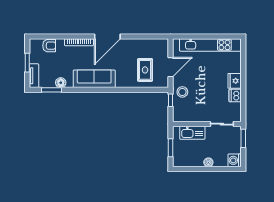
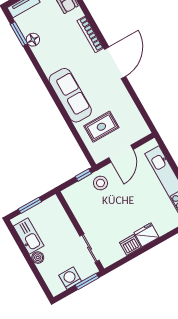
door: (107, 36) -> (115, 63), swing flipped
door: (170, 67) -> (121, 154), hinge flipped
sofa: (94, 79) -> (70, 95), moved
kitchen sink: (192, 133) -> (29, 236), moved, turned 180
washing machine: (235, 160) -> (70, 278), moved

